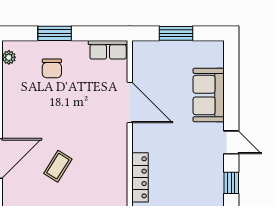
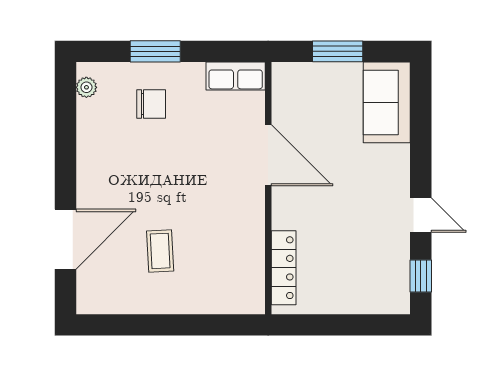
chair: (52, 68) -> (151, 104), turned -90
sofa: (209, 95) -> (387, 102), moved
coffee table: (58, 166) -> (160, 251), turned -35

